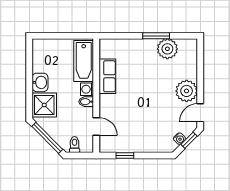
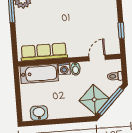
row of seats: (107, 76) -> (44, 52), width x1.48
washbasin: (40, 82) -> (39, 113), moved
shower: (44, 105) -> (94, 100), moved, turned 45

